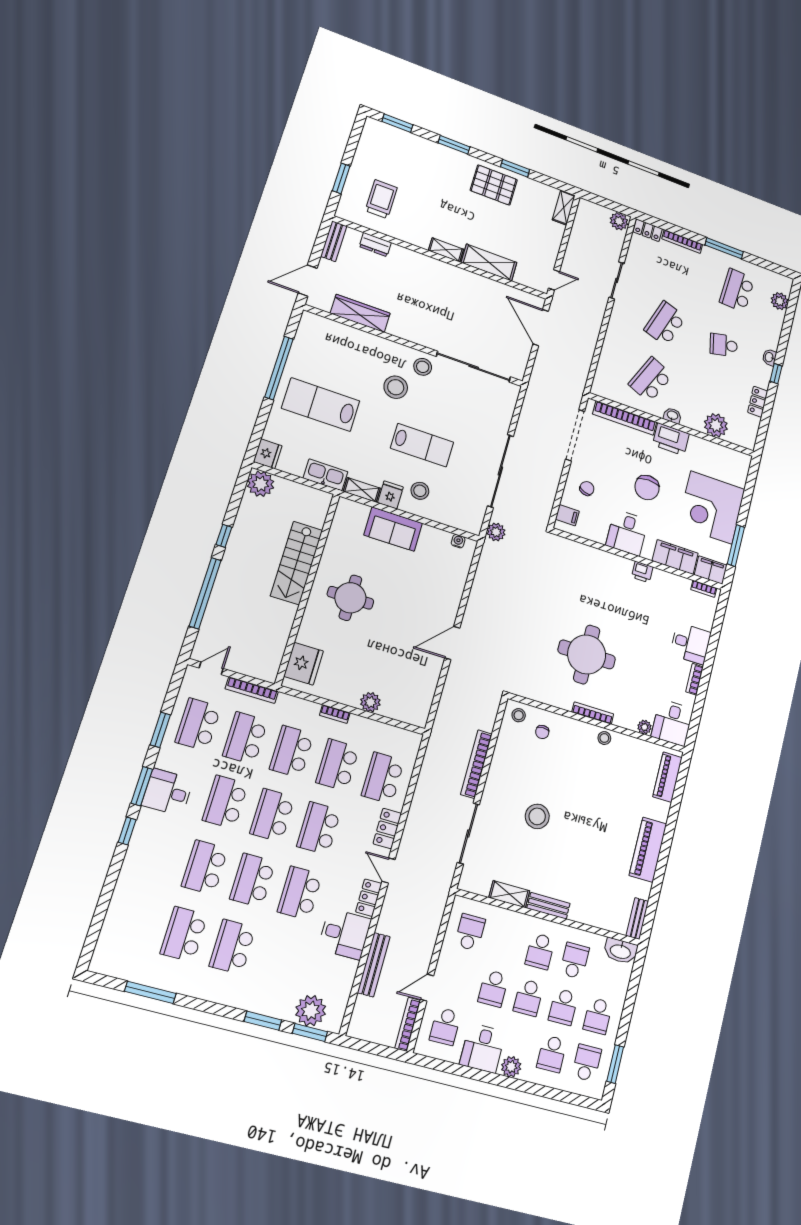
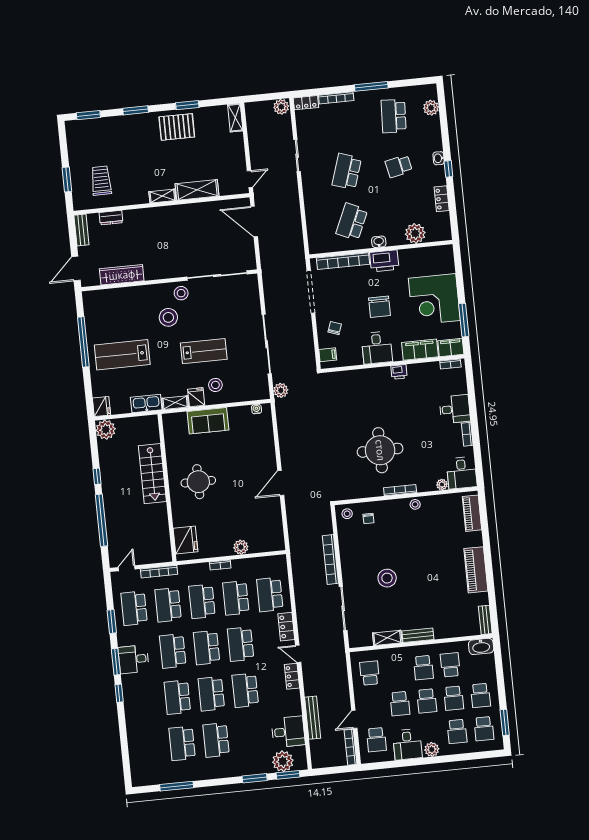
desk: (345, 934) -> (288, 732), moved
school desk: (587, 1063) -> (484, 729), turned 180

